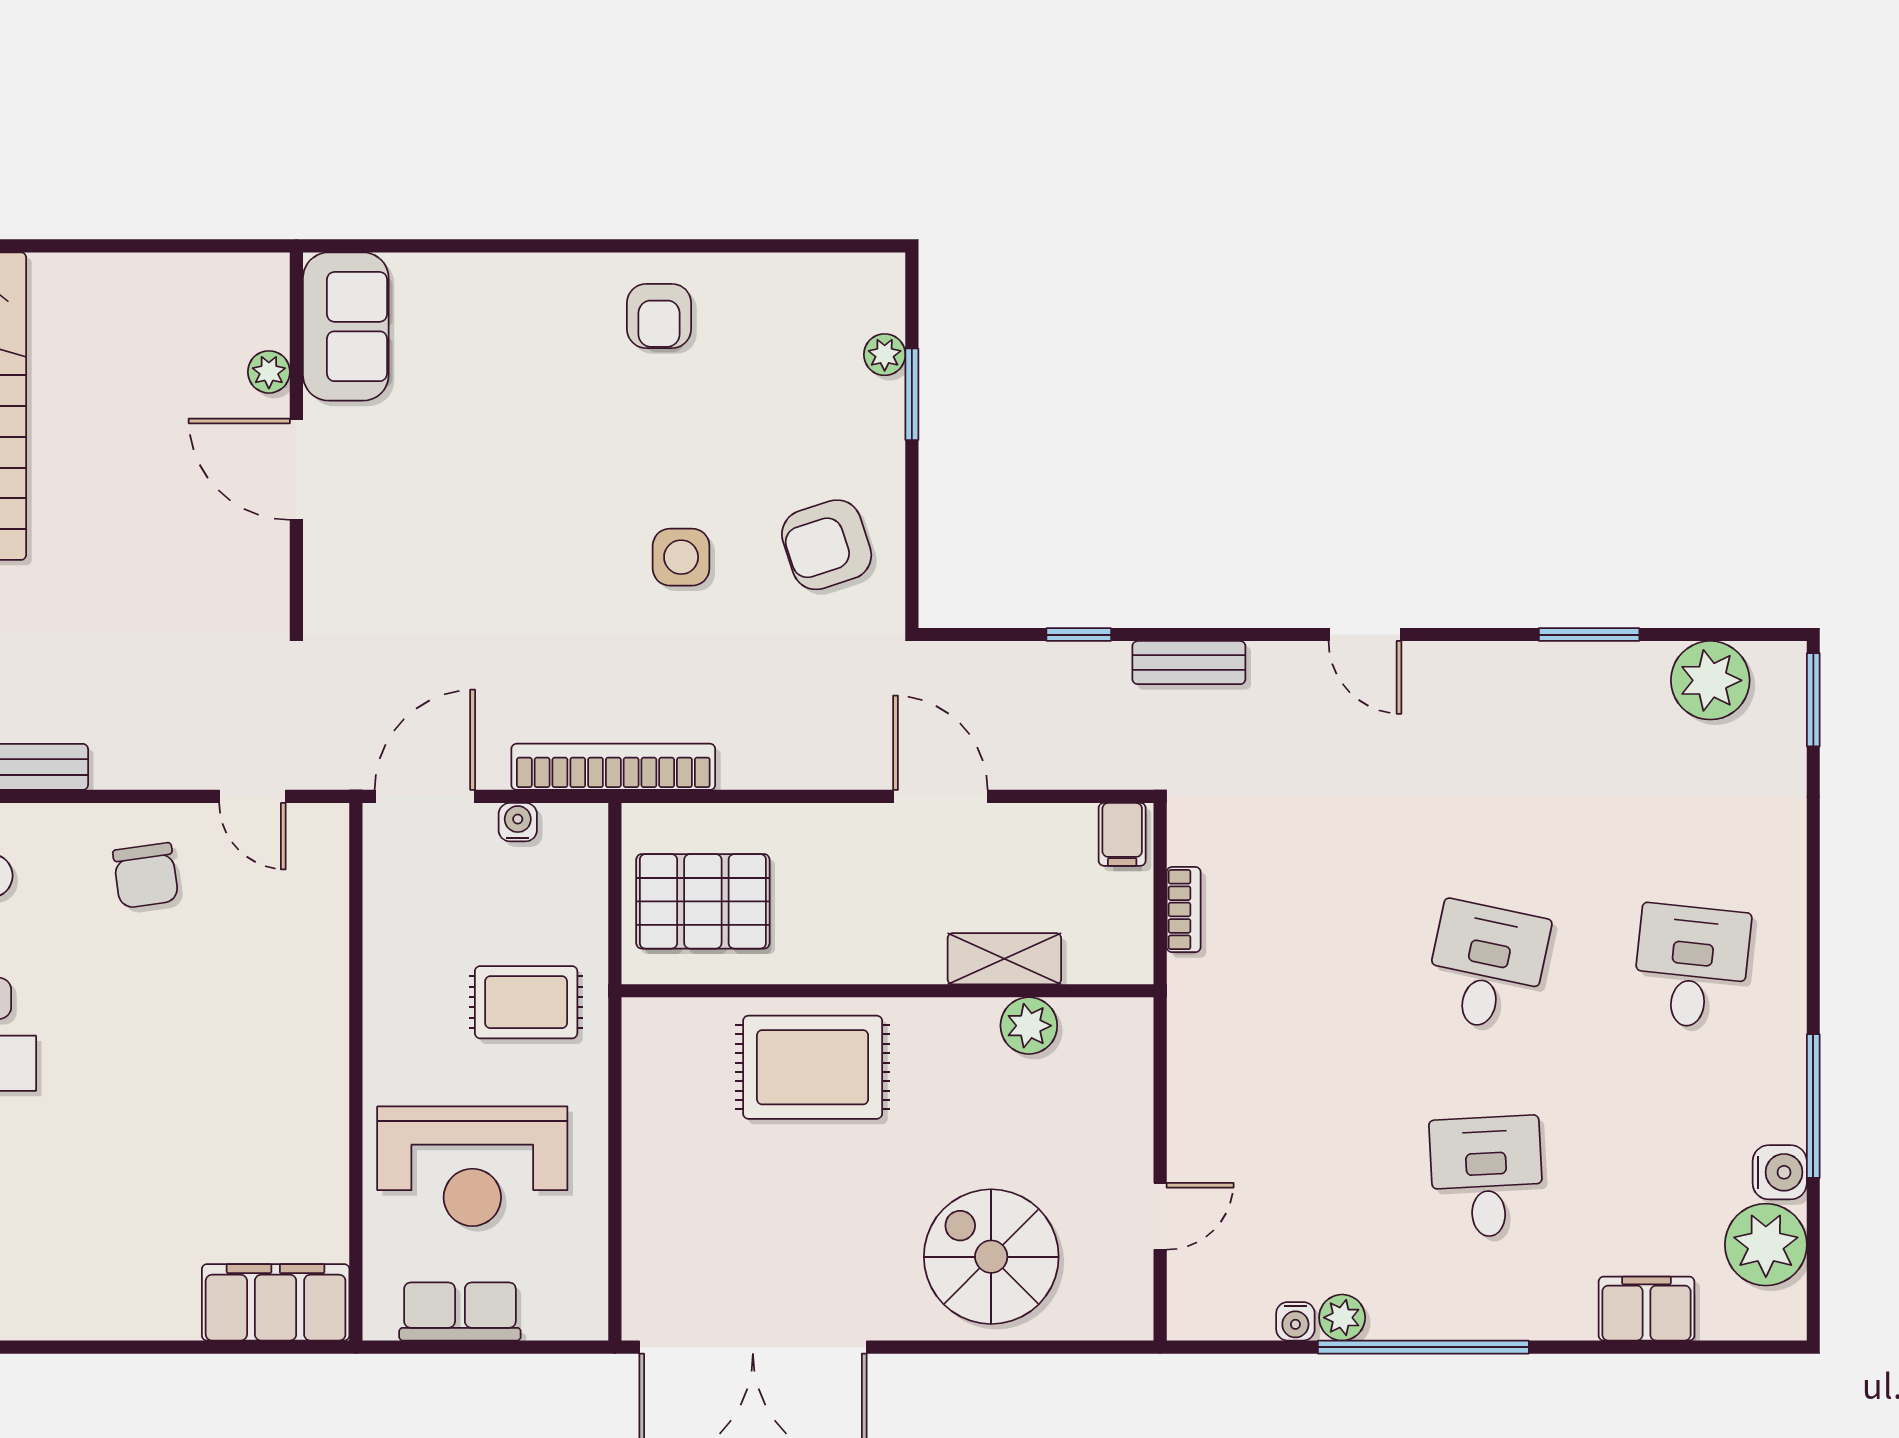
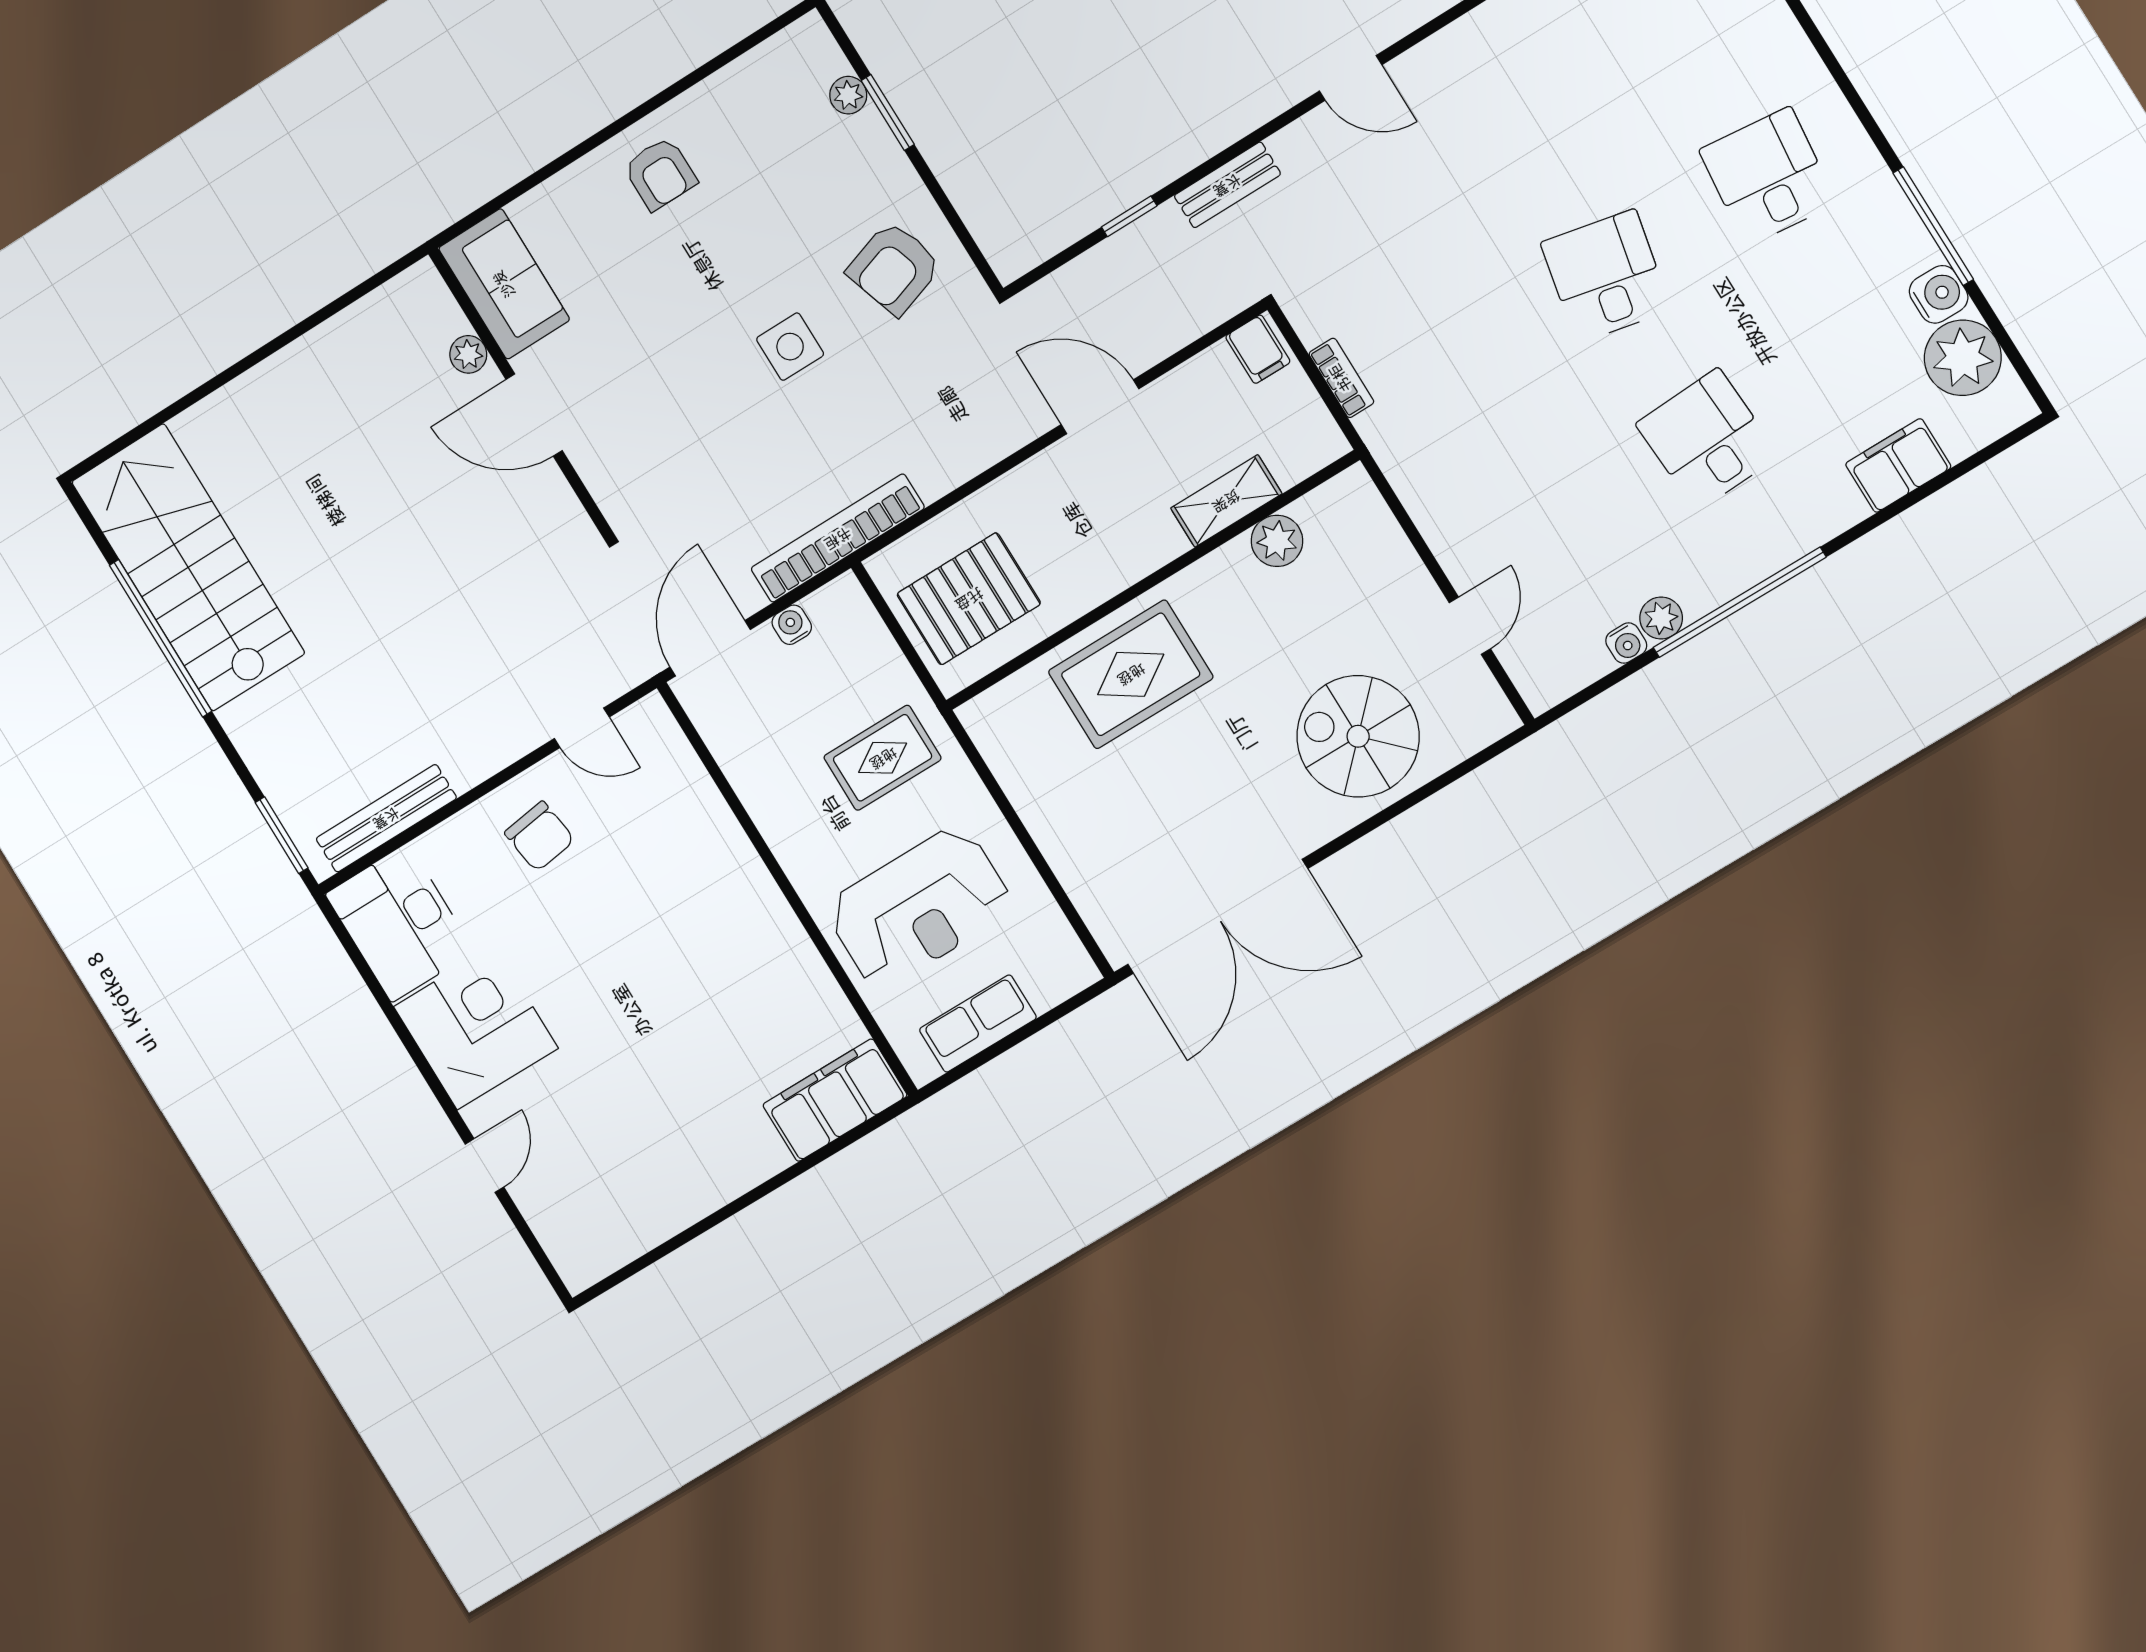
sofa: (346, 327) -> (504, 284), moved
plant: (269, 372) -> (468, 354), moved
wall: (296, 440) -> (521, 393), moved
door: (296, 469) -> (534, 415), moved

